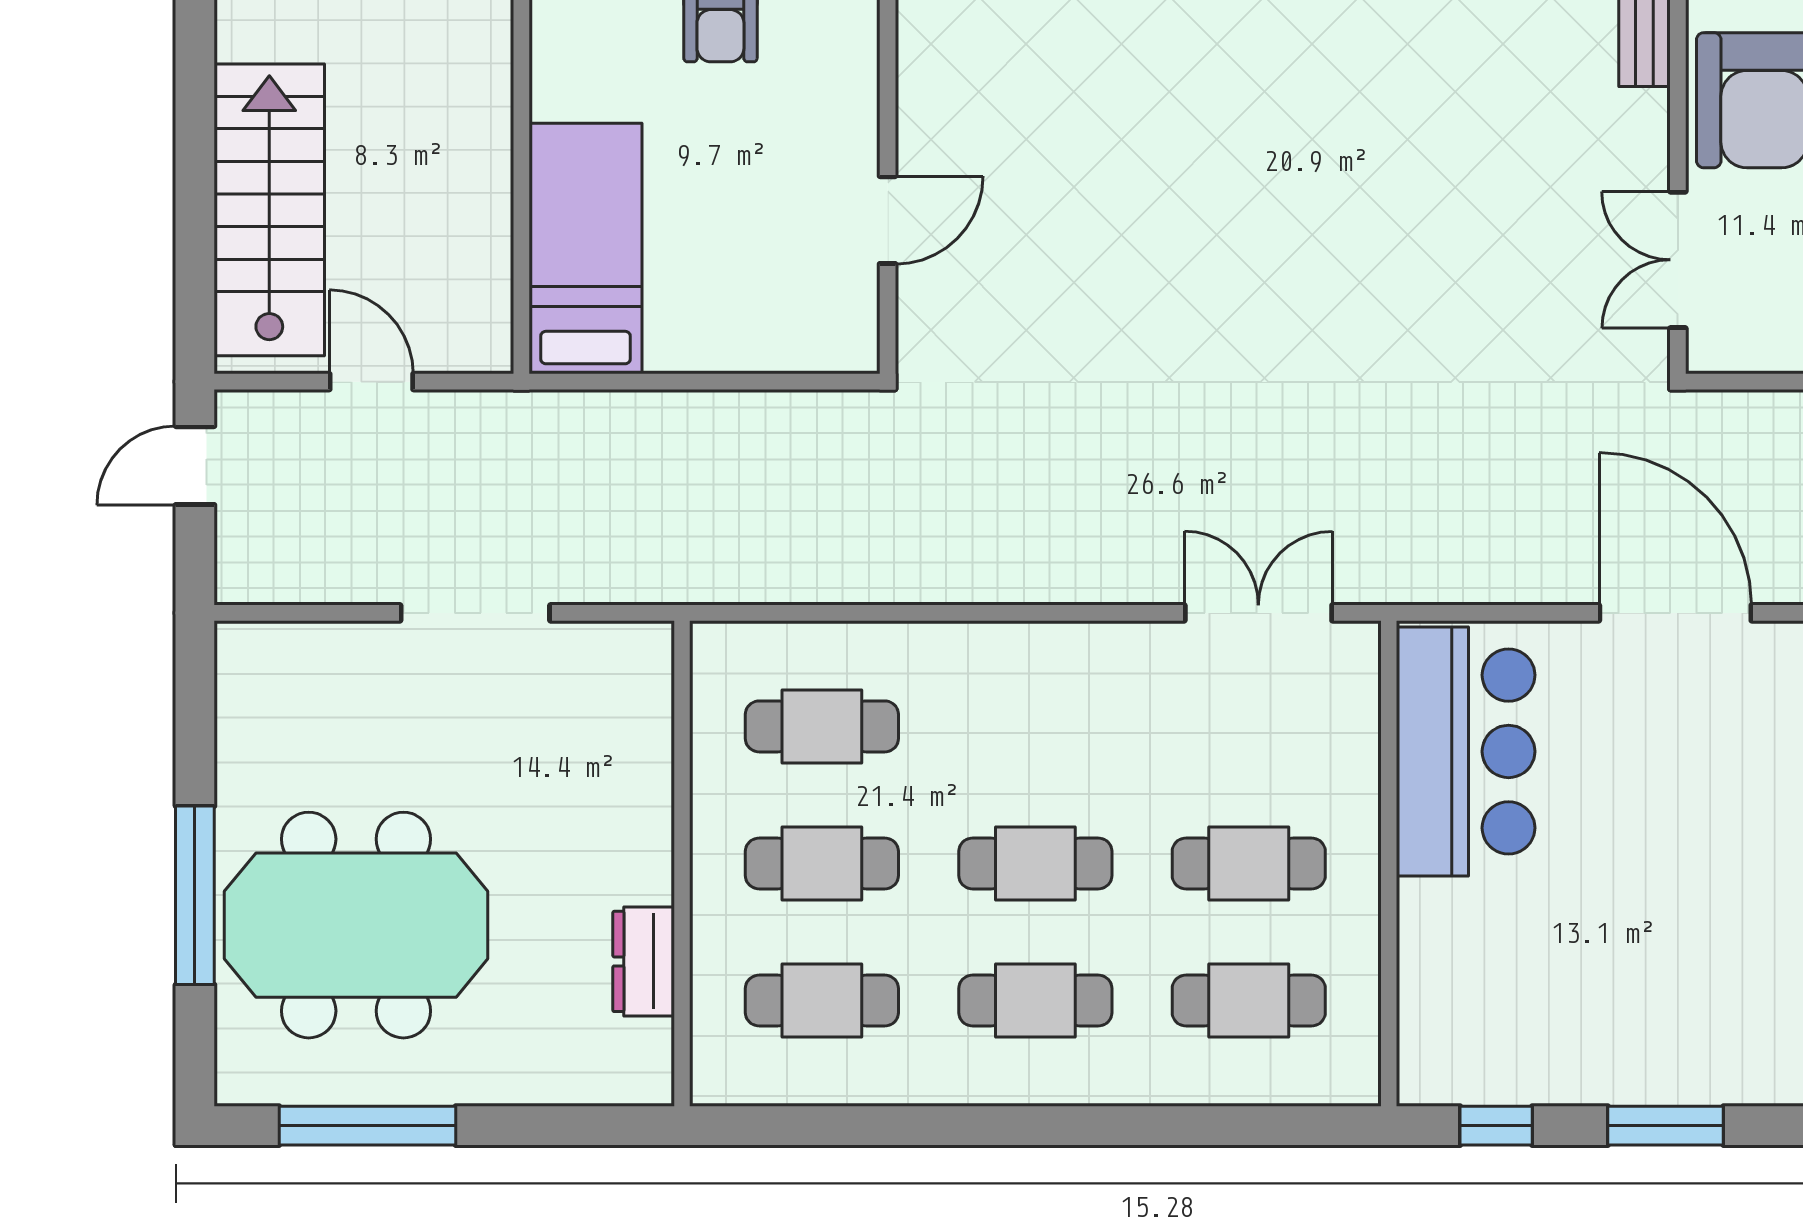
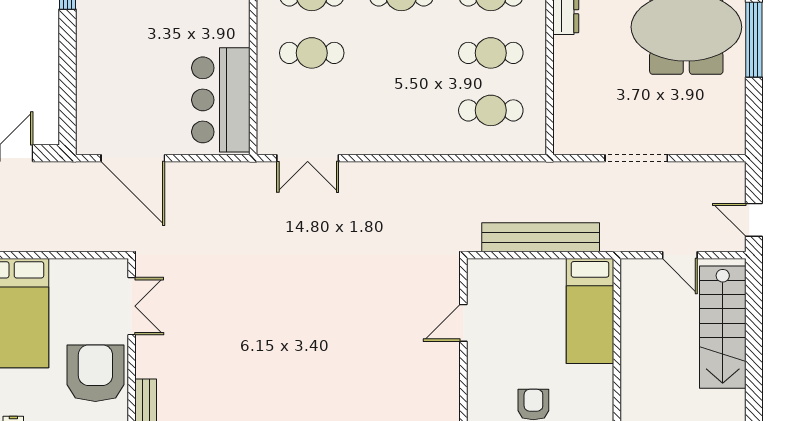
bench: (703, 424) -> (541, 237), added
door: (195, 466) -> (754, 220), swing flipped
cafe table: (1035, 863) -> (401, 53), removed

